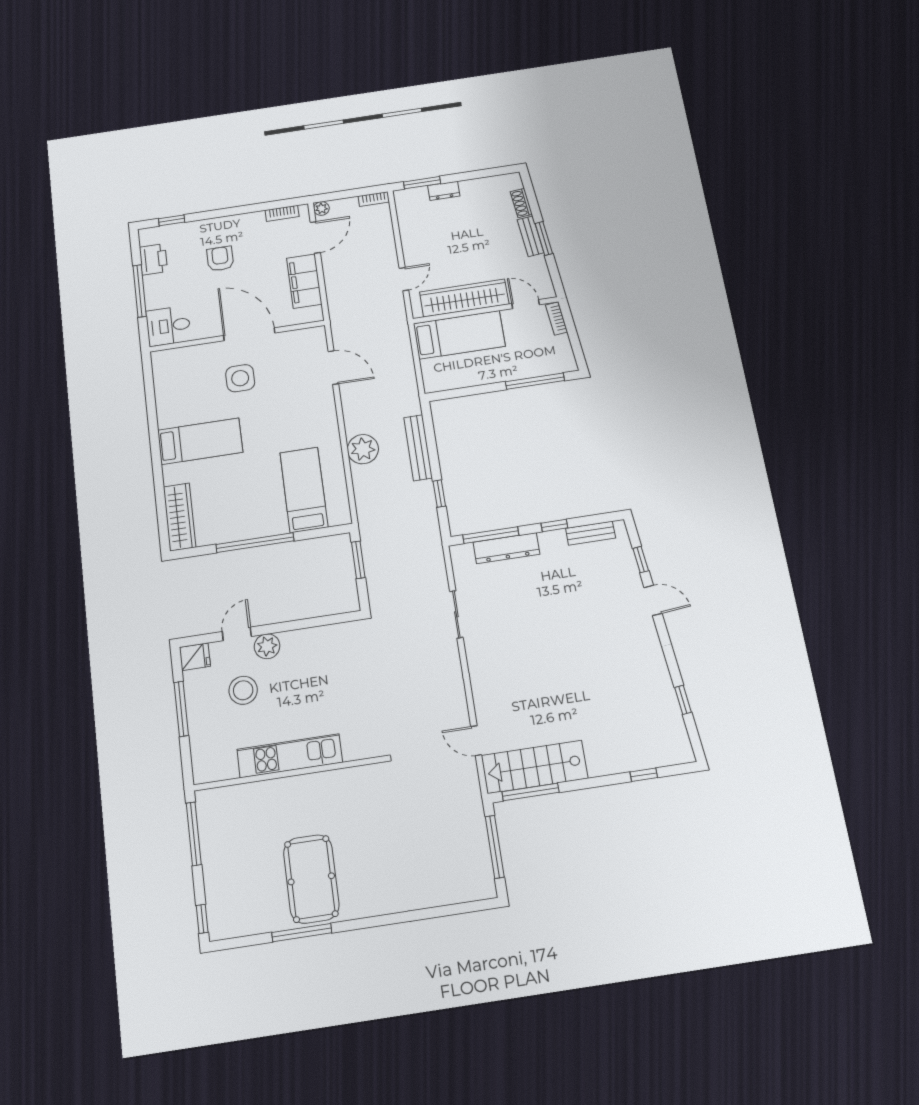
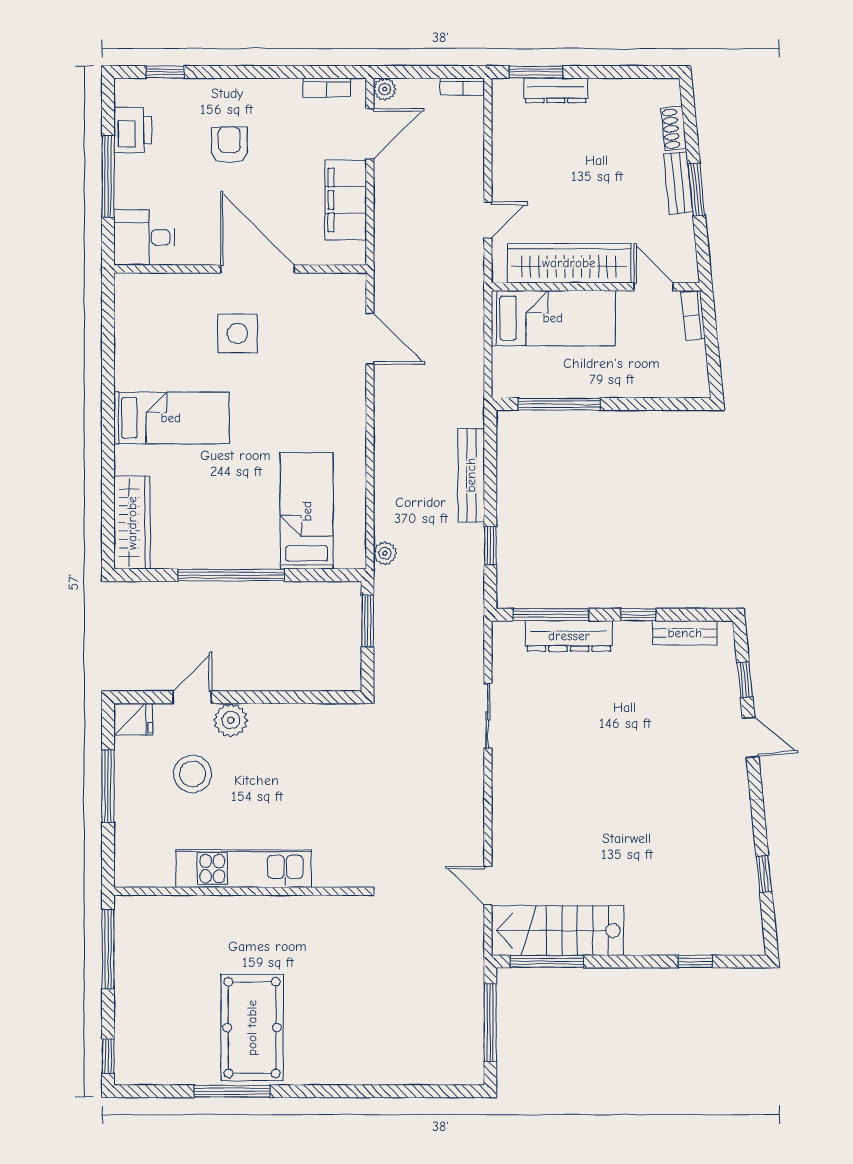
dresser: (444, 191) -> (556, 90), width x1.44
window: (535, 381) -> (559, 404), moved
plant: (363, 449) -> (385, 553), moved, width x0.53, depth x0.53

